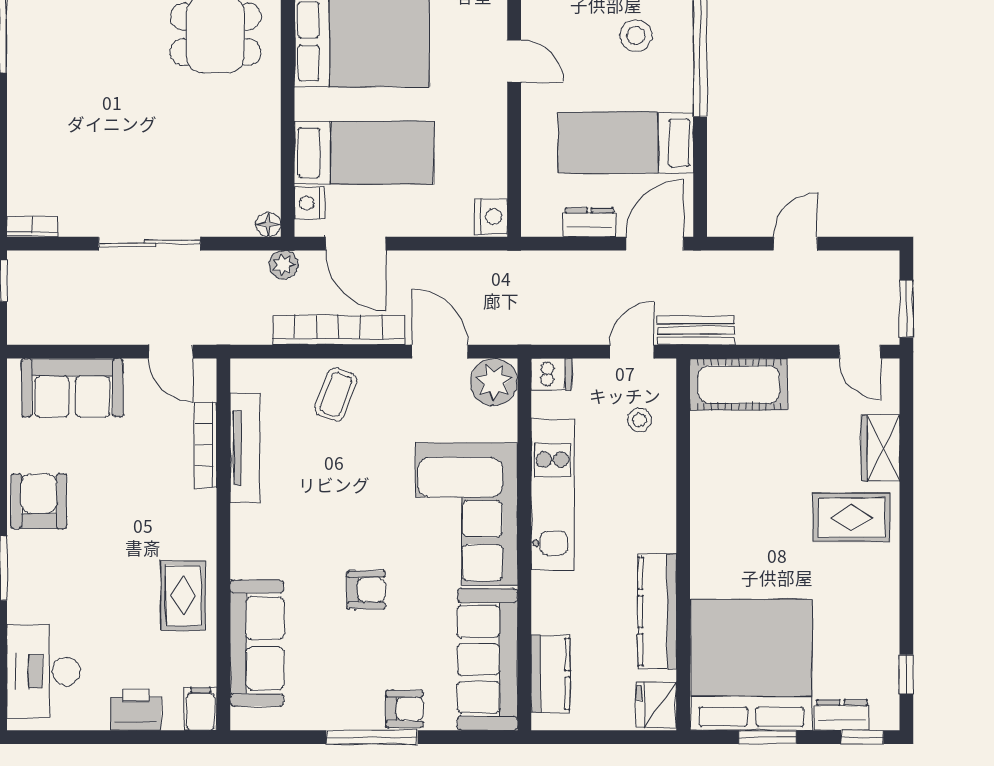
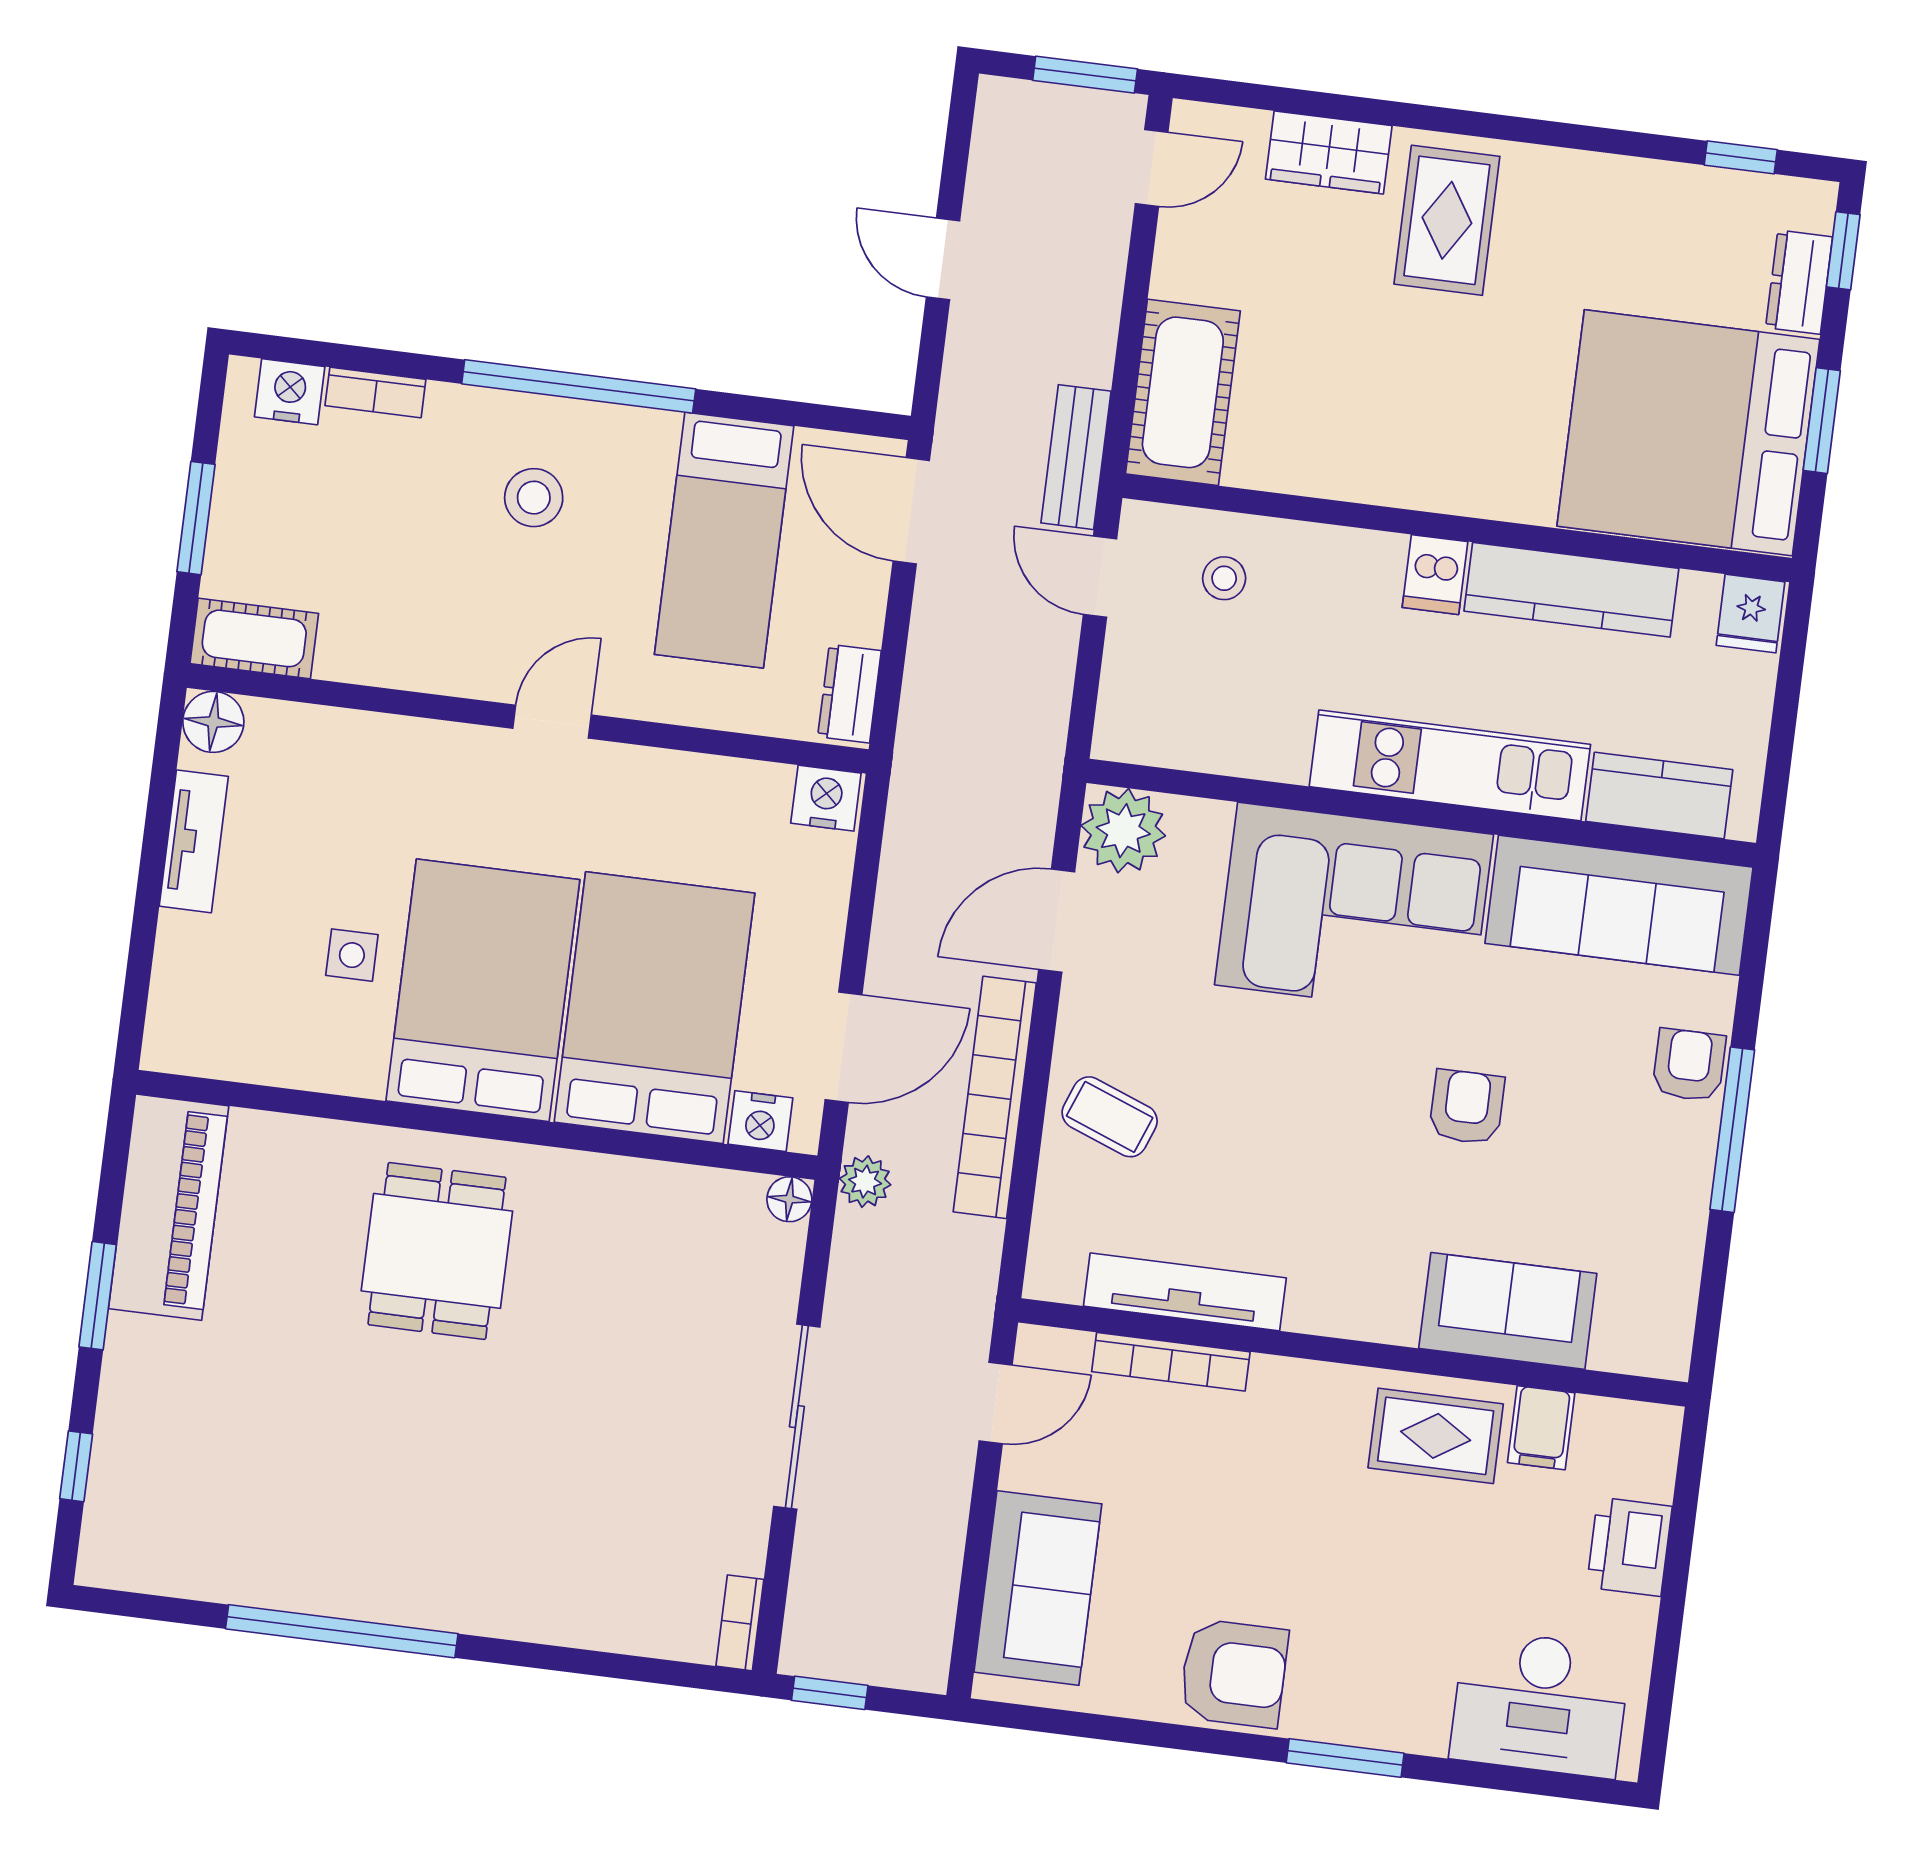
bed: (364, 153) -> (654, 1008), width x1.50
dresser: (589, 222) -> (849, 694), moved
dishwasher: (551, 374) -> (1435, 575), moved, turned 180
kitchen unit: (552, 494) -> (1450, 765), moved
armchair: (39, 501) -> (1234, 1673), turned 180
sofa: (257, 643) -> (1508, 1311), width x0.73
fridge: (657, 705) -> (1751, 614), width x0.72
filing cabinet: (201, 709) -> (1541, 1428), moved, turned -90

